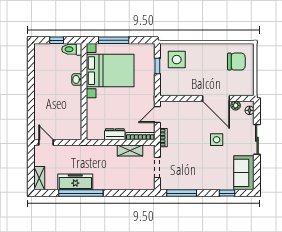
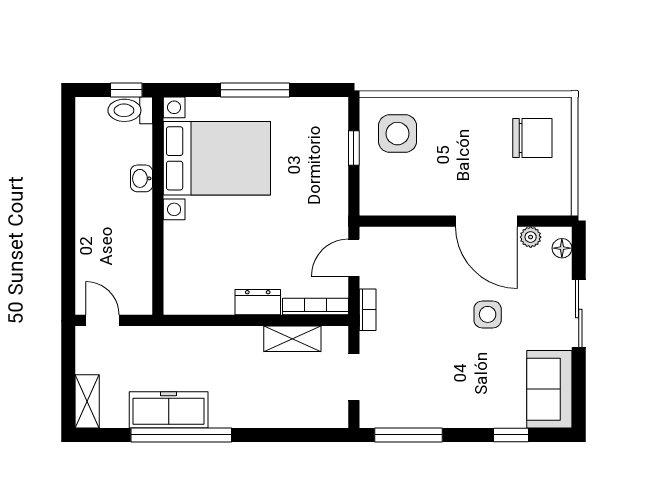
toilet: (72, 49) -> (130, 110), moved
bed with nightstands: (110, 71) -> (217, 158), moved
washbasin: (77, 79) -> (141, 178), moved
wall: (84, 92) -> (158, 206), moved

